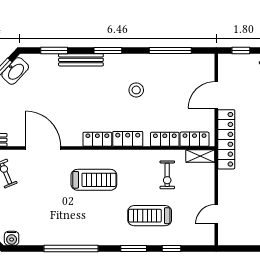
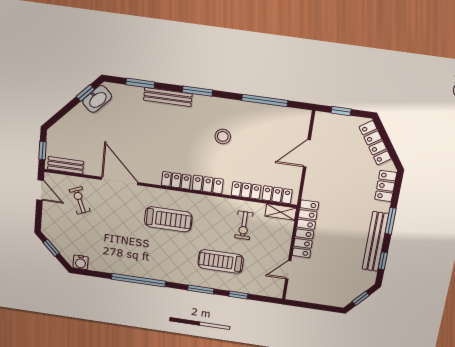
locker: (226, 139) -> (305, 229), moved

